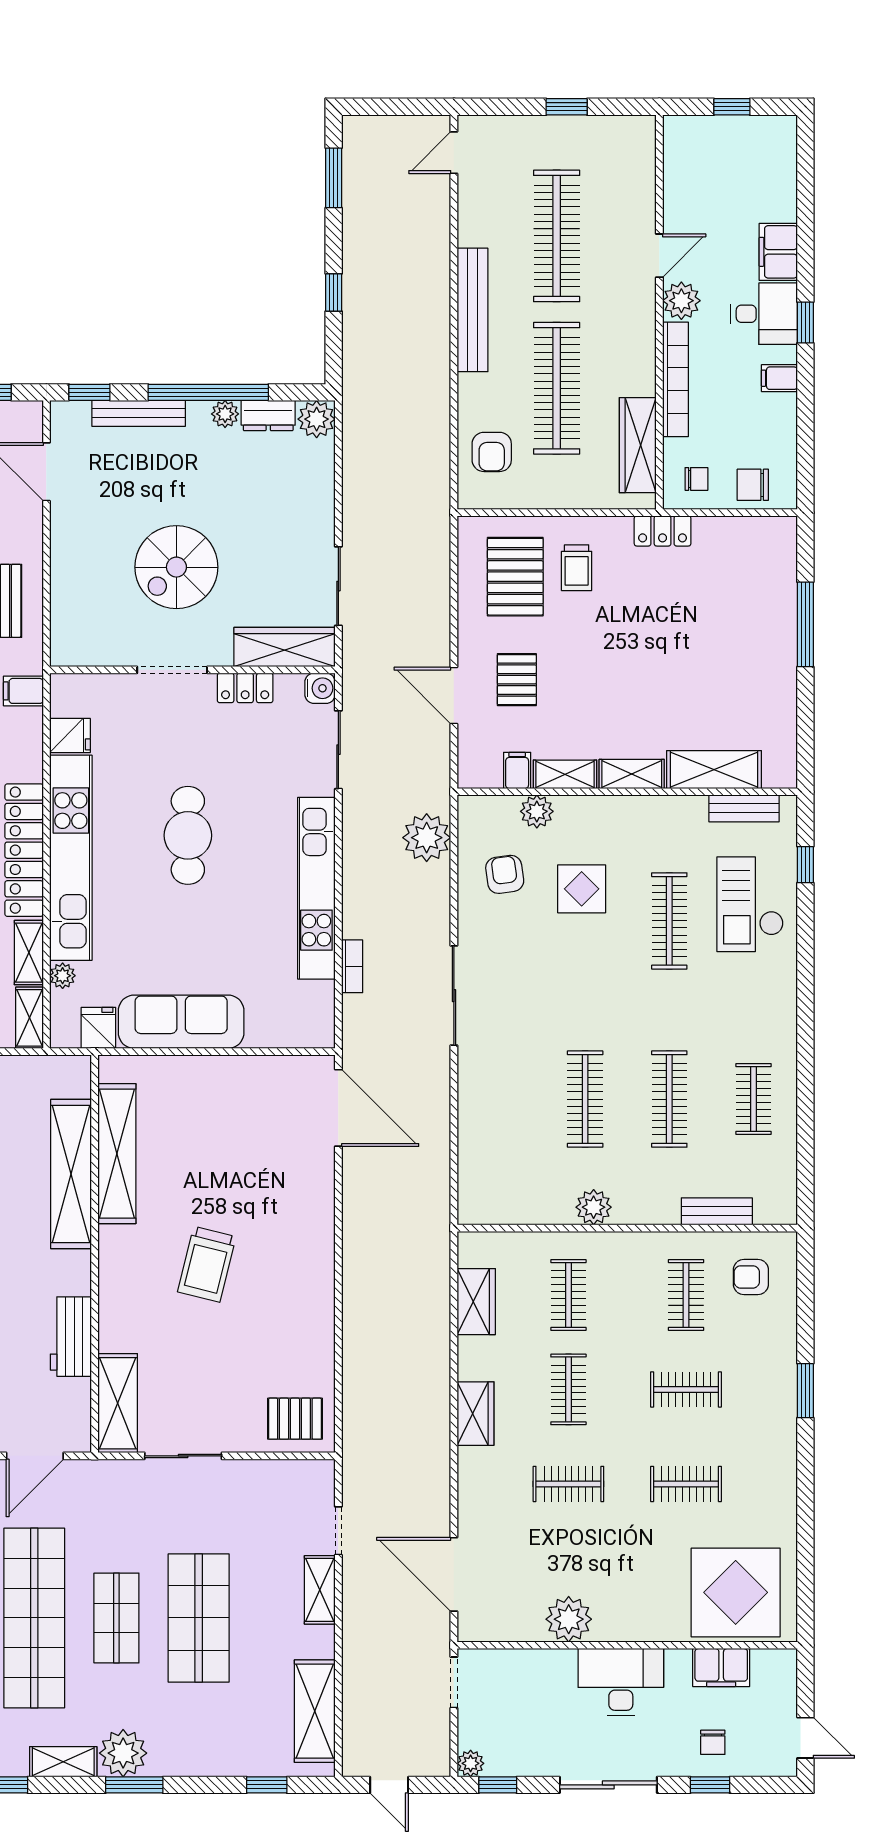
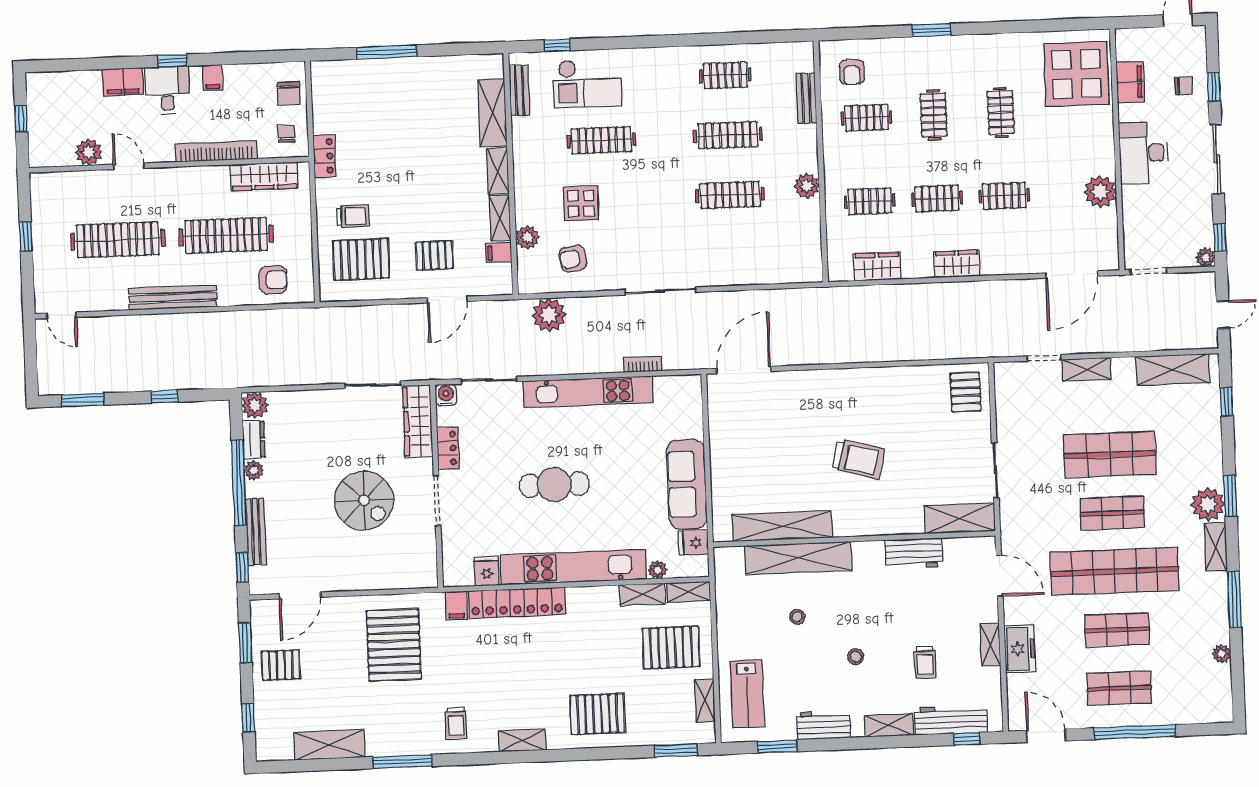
plant: (681, 301) -> (89, 152), moved
locker: (24, 850) -> (517, 603), moved
clothes rail: (568, 1484) -> (1004, 196), turned 90

